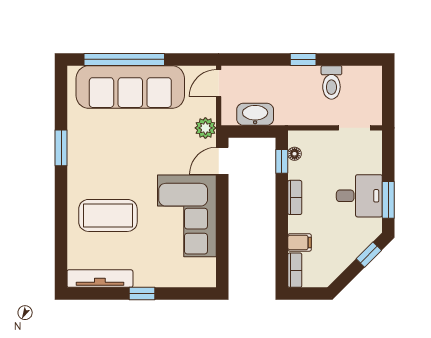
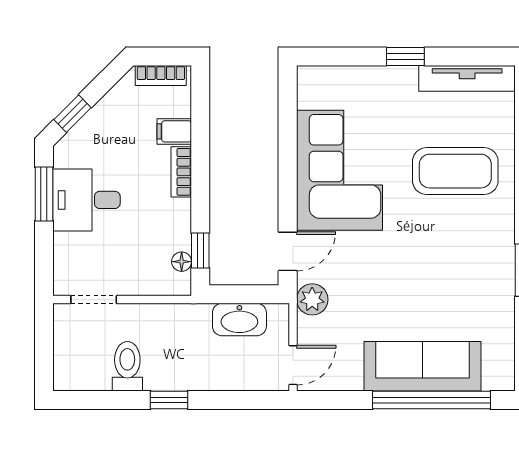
sofa: (130, 87) -> (423, 366), width x0.74, depth x0.79
bookcase: (295, 197) -> (181, 172), moved
bookcase: (295, 270) -> (161, 76), moved, turned -90

